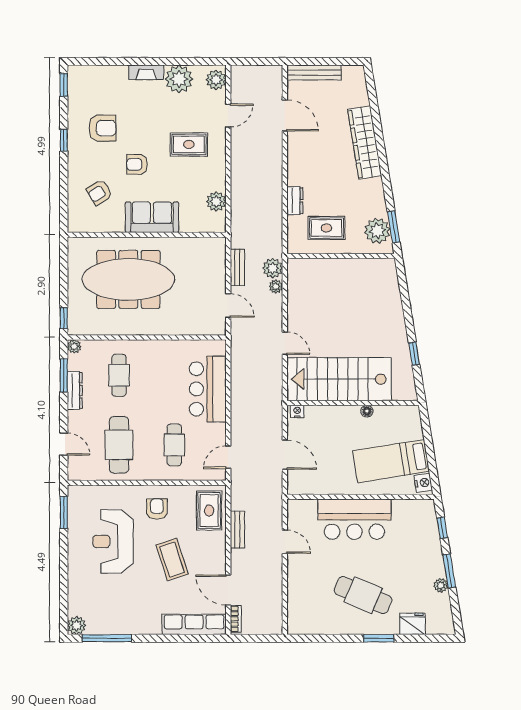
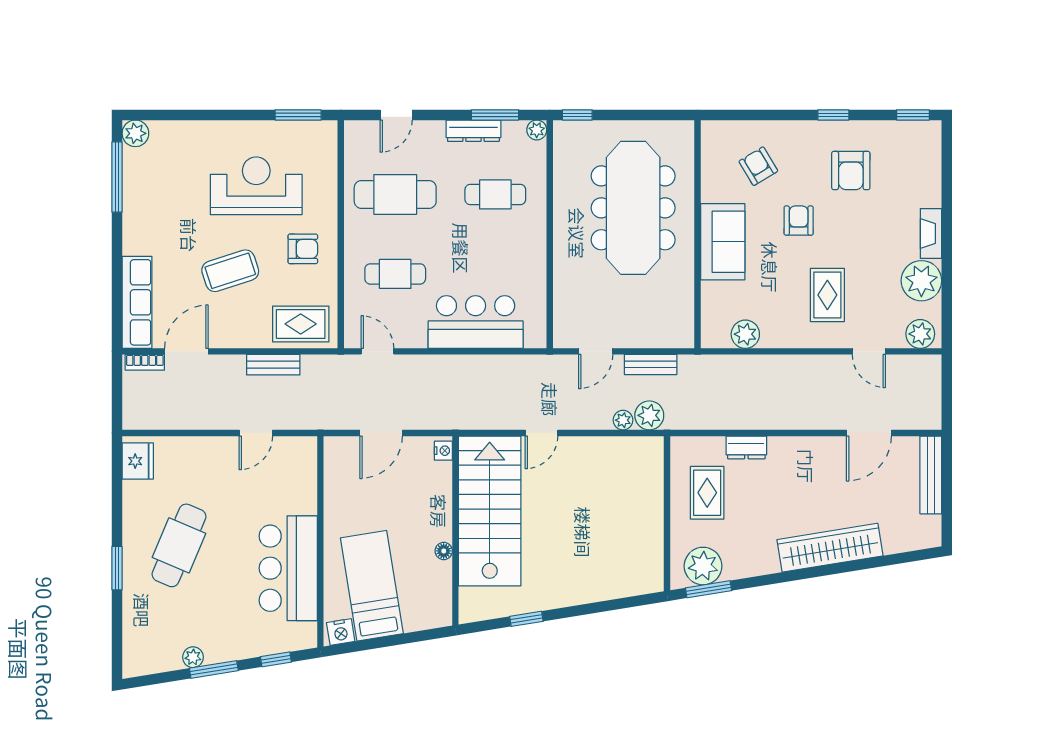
bar counter: (354, 519) -> (288, 568), moved
fridge: (412, 624) -> (138, 461), moved

